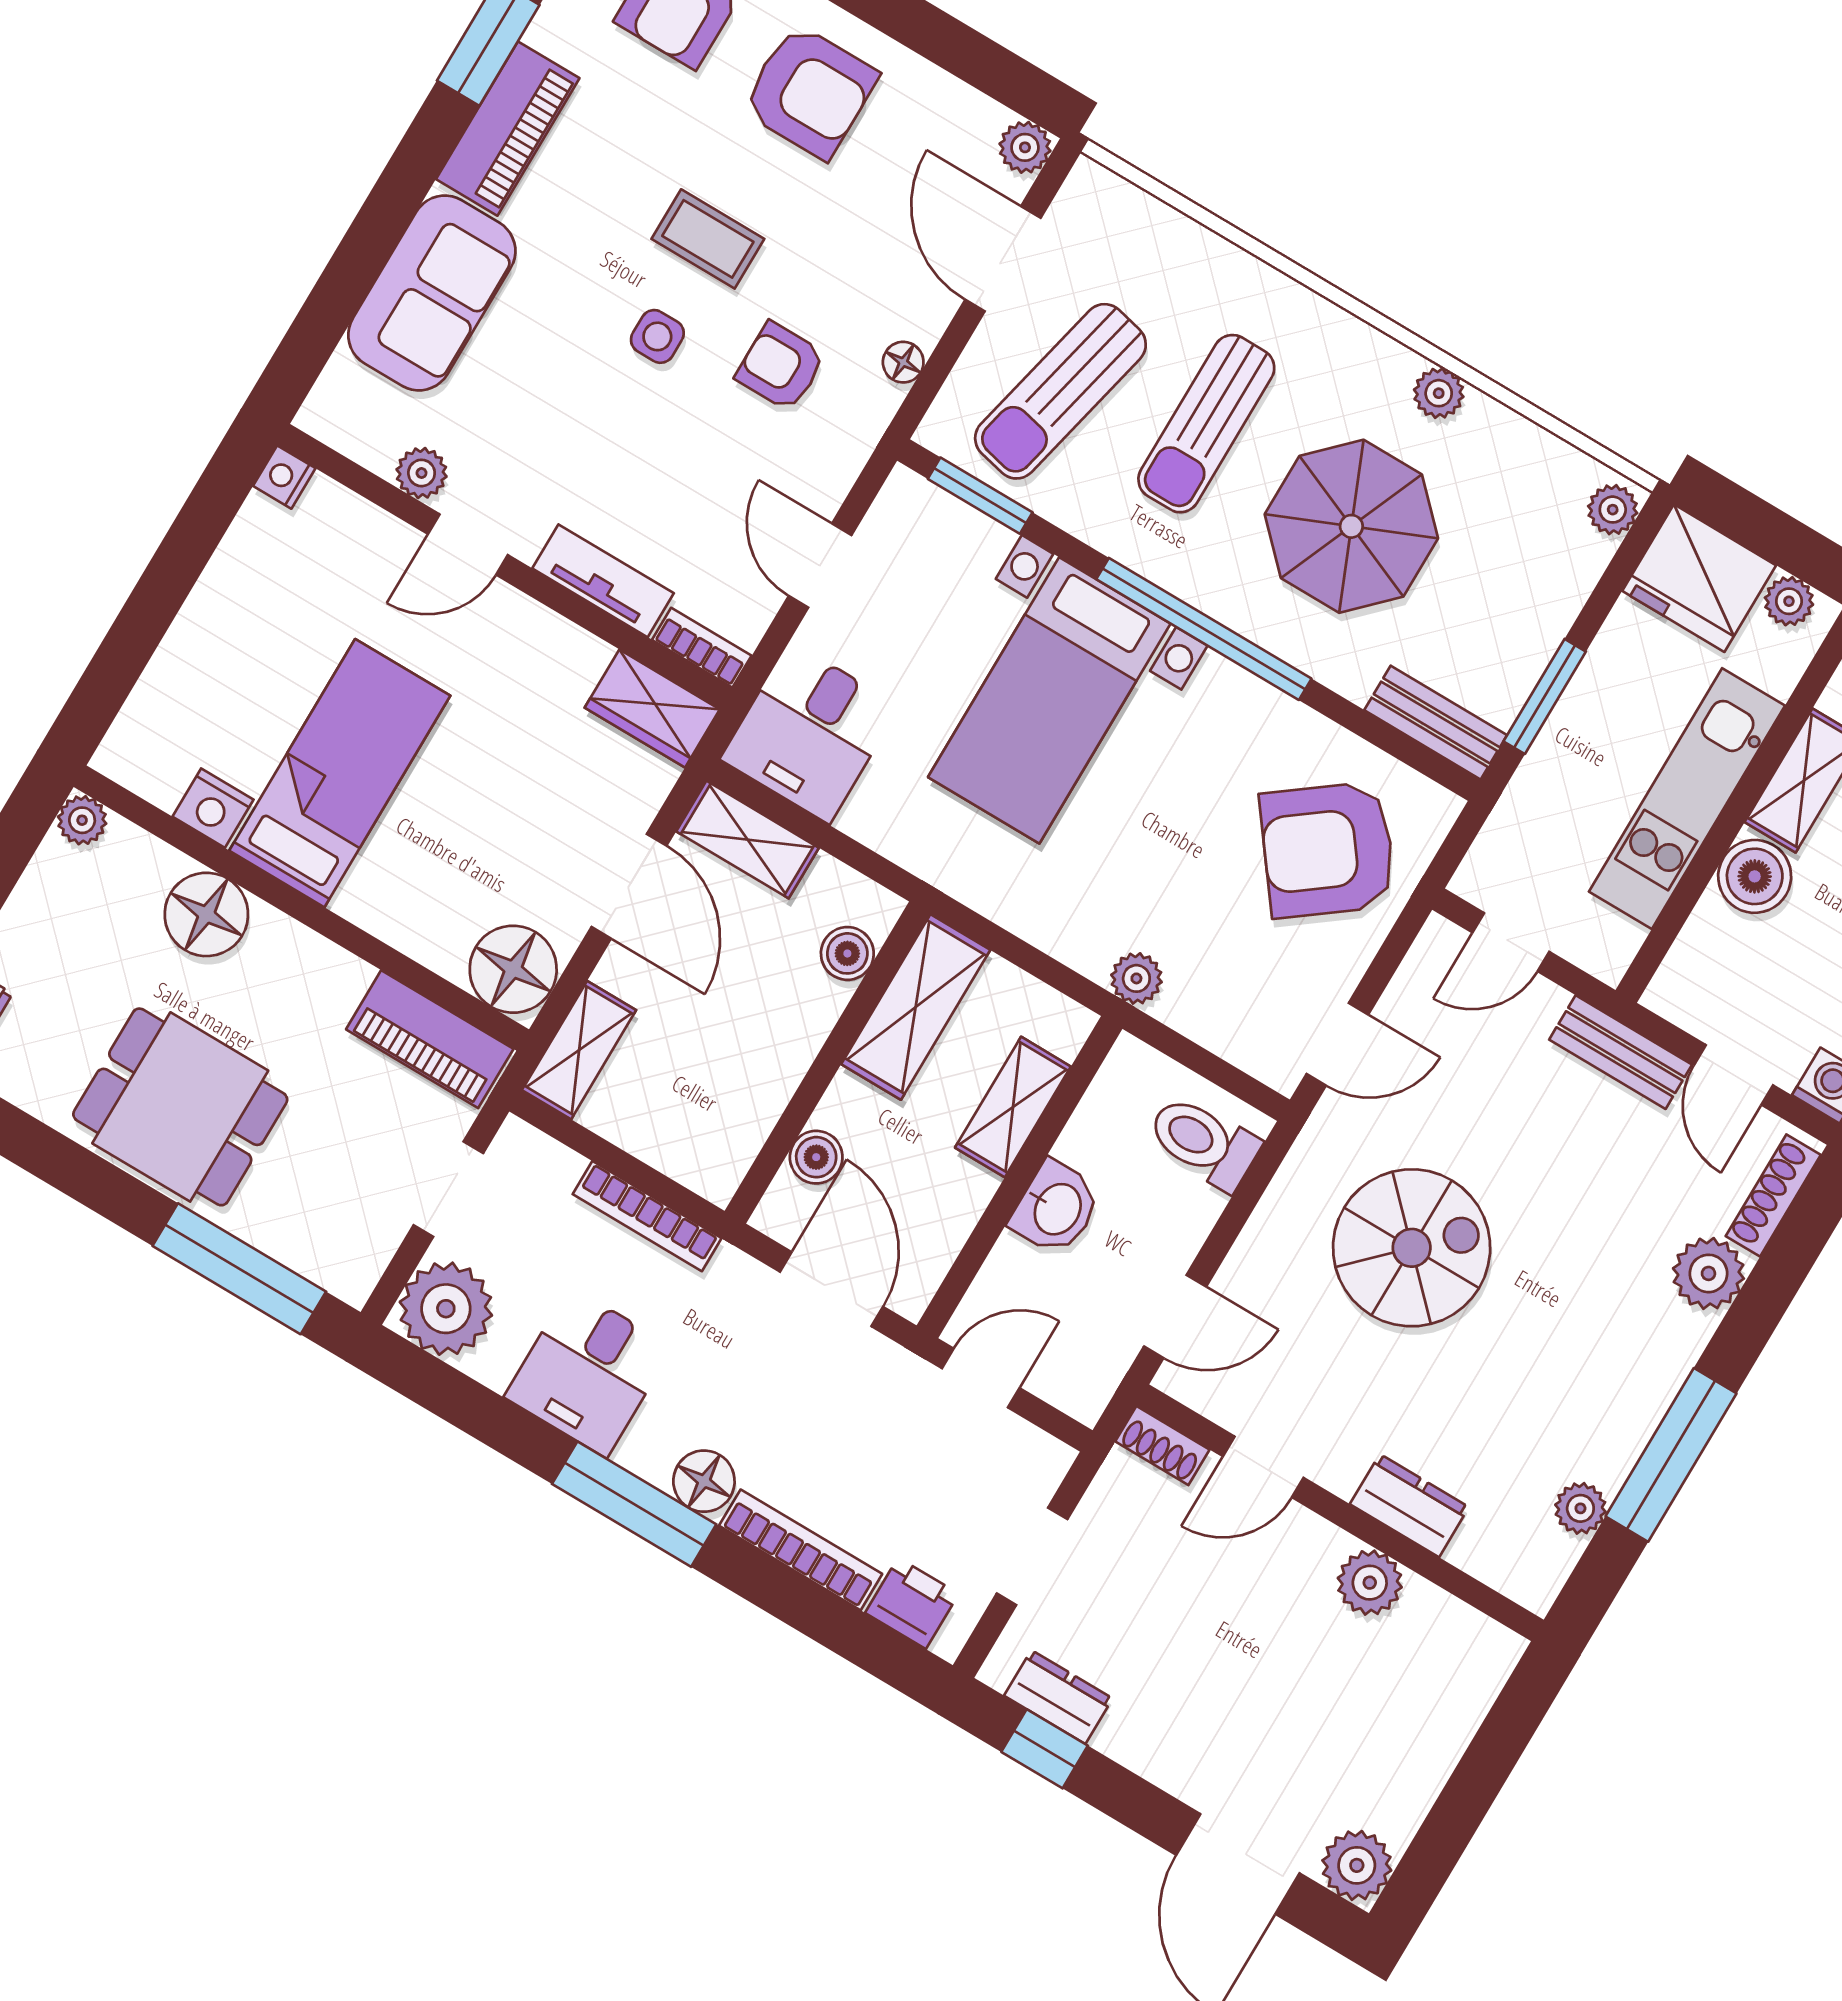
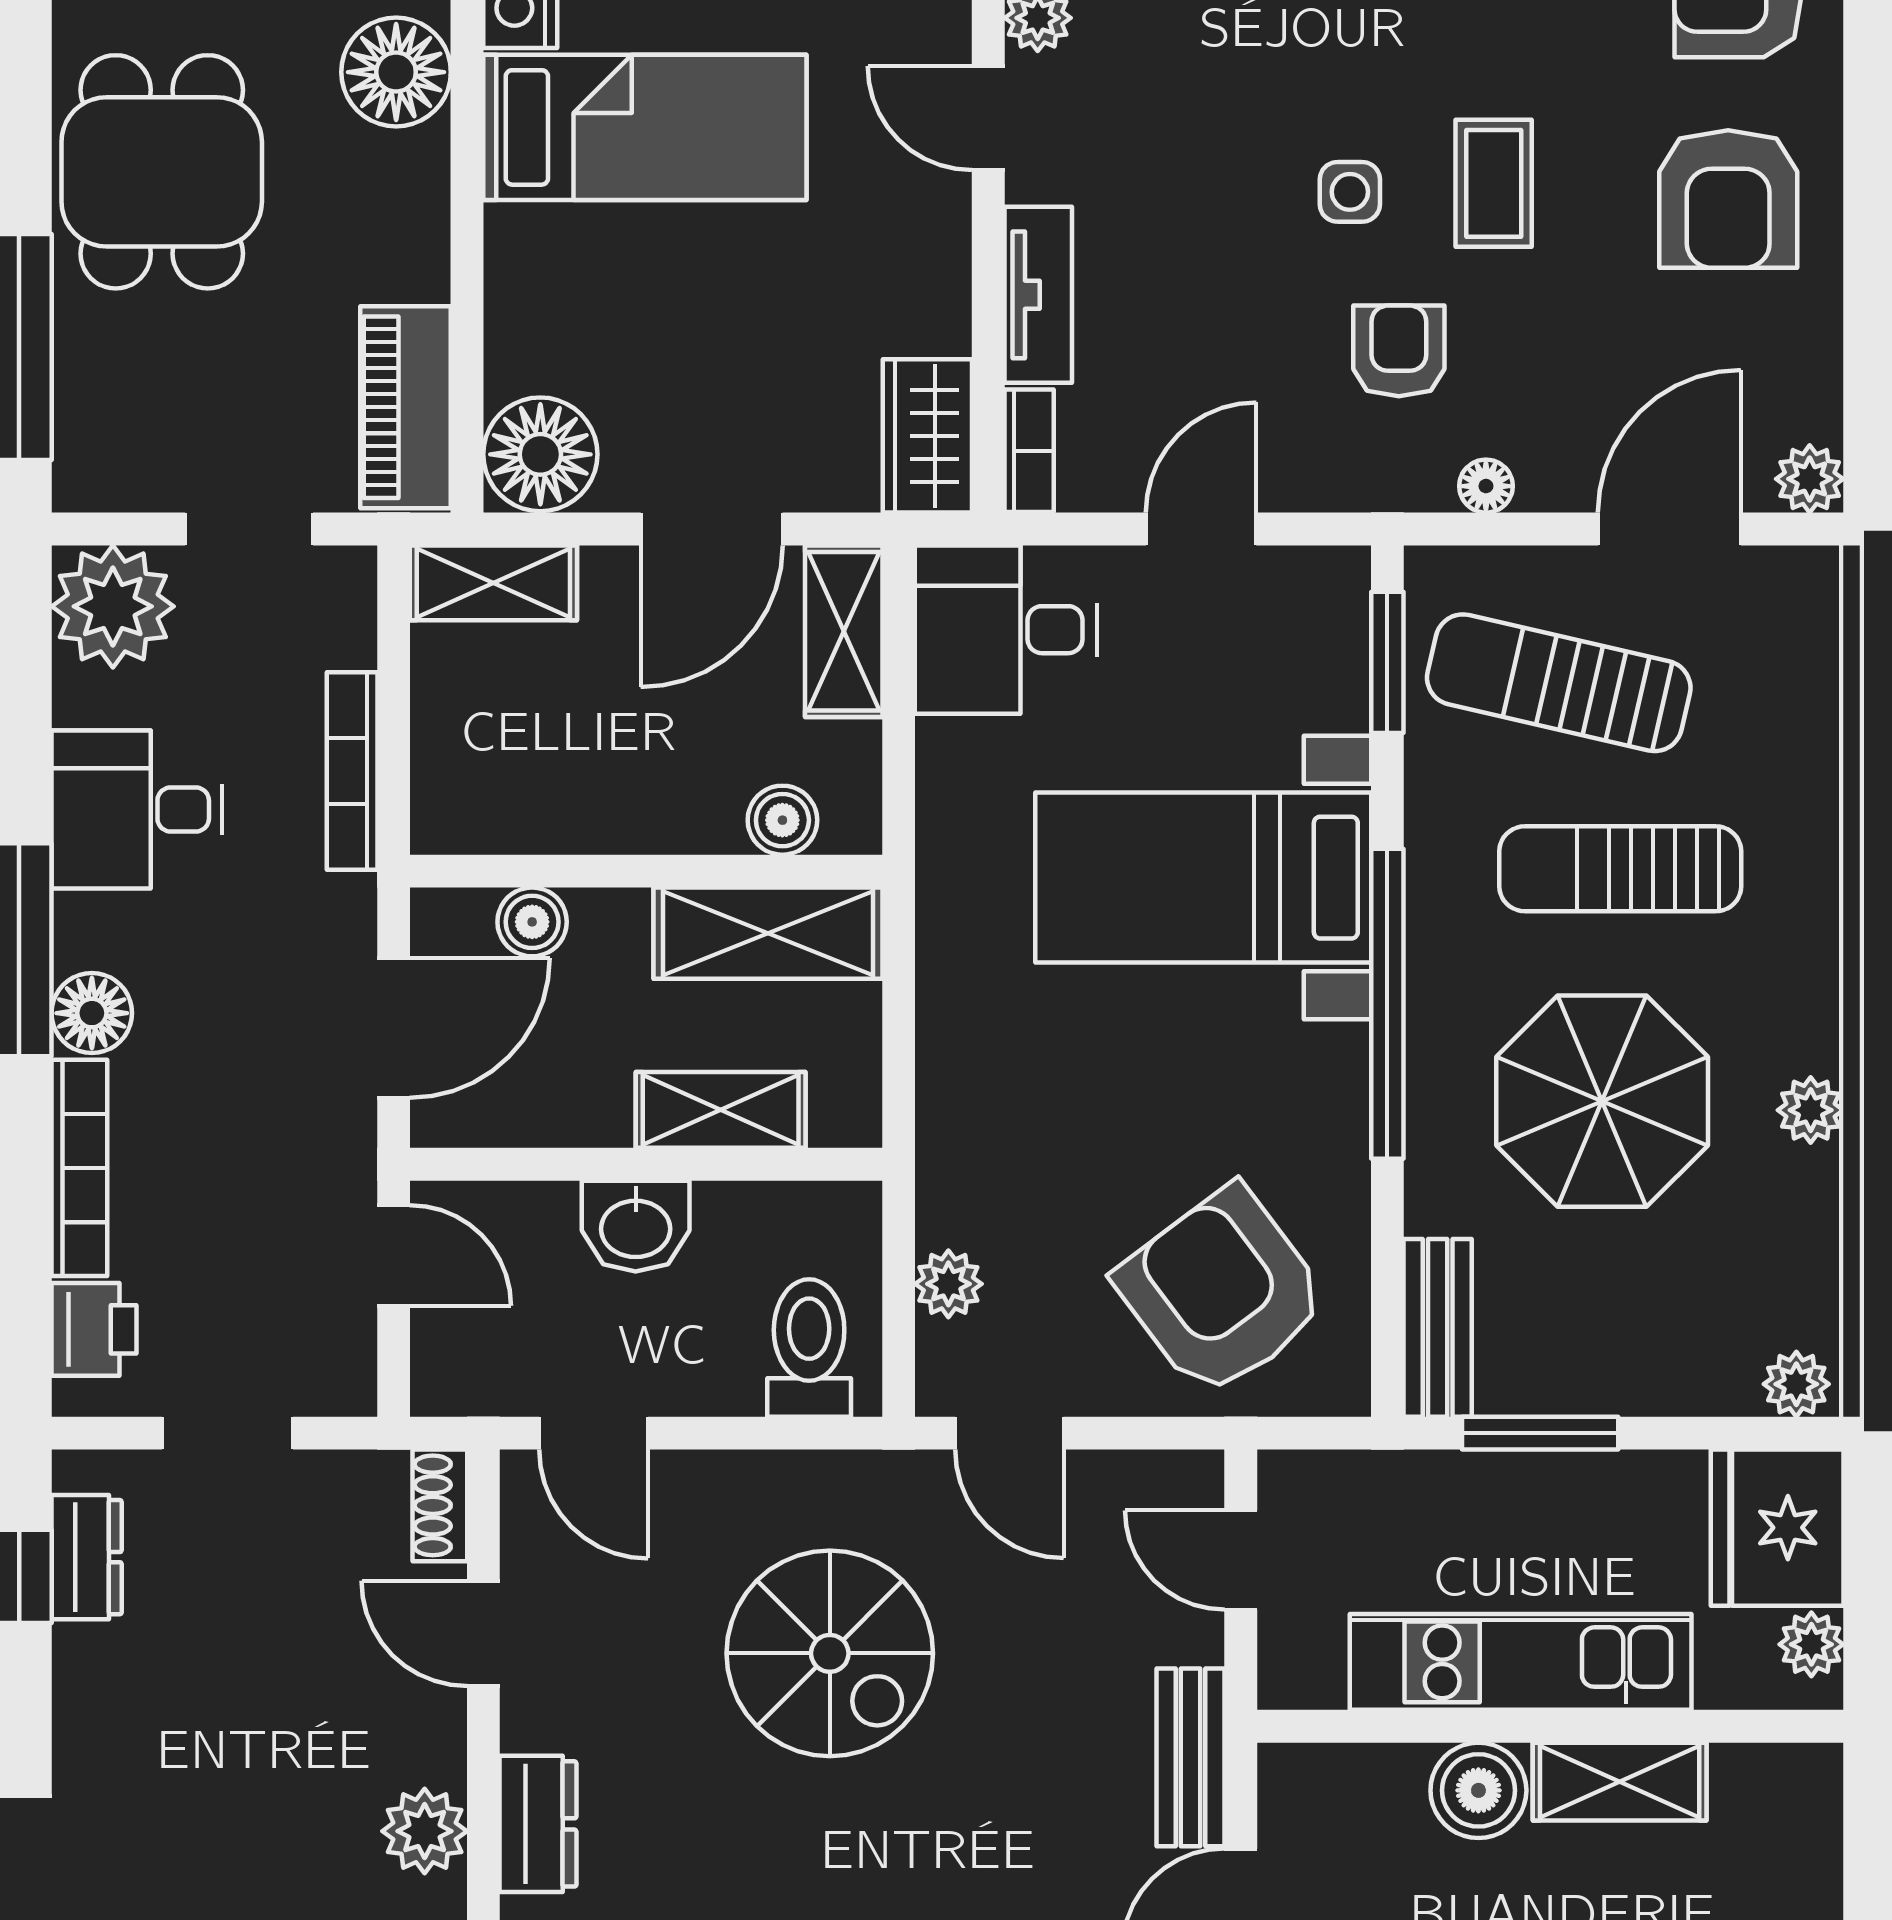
plant: (1136, 978) -> (948, 1284), moved

